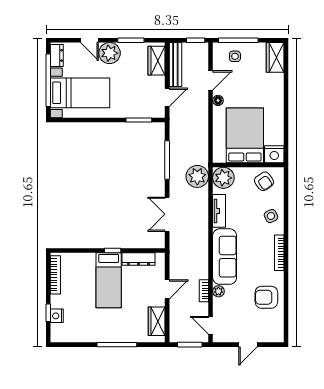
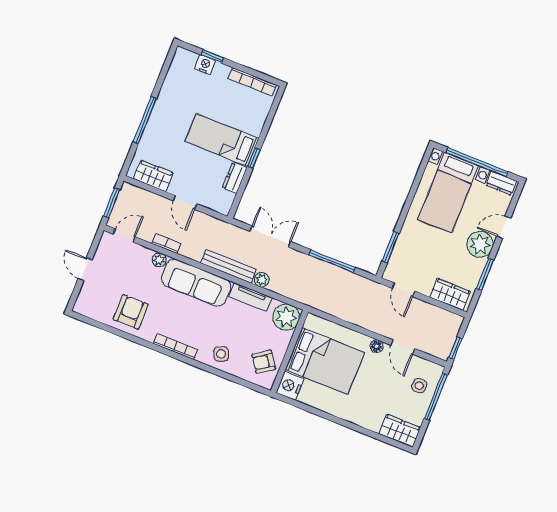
bench: (175, 64) -> (228, 266), moved
plant: (197, 176) -> (262, 280), moved, width x0.53, depth x0.53
dresser: (139, 259) -> (235, 178), width x0.70

